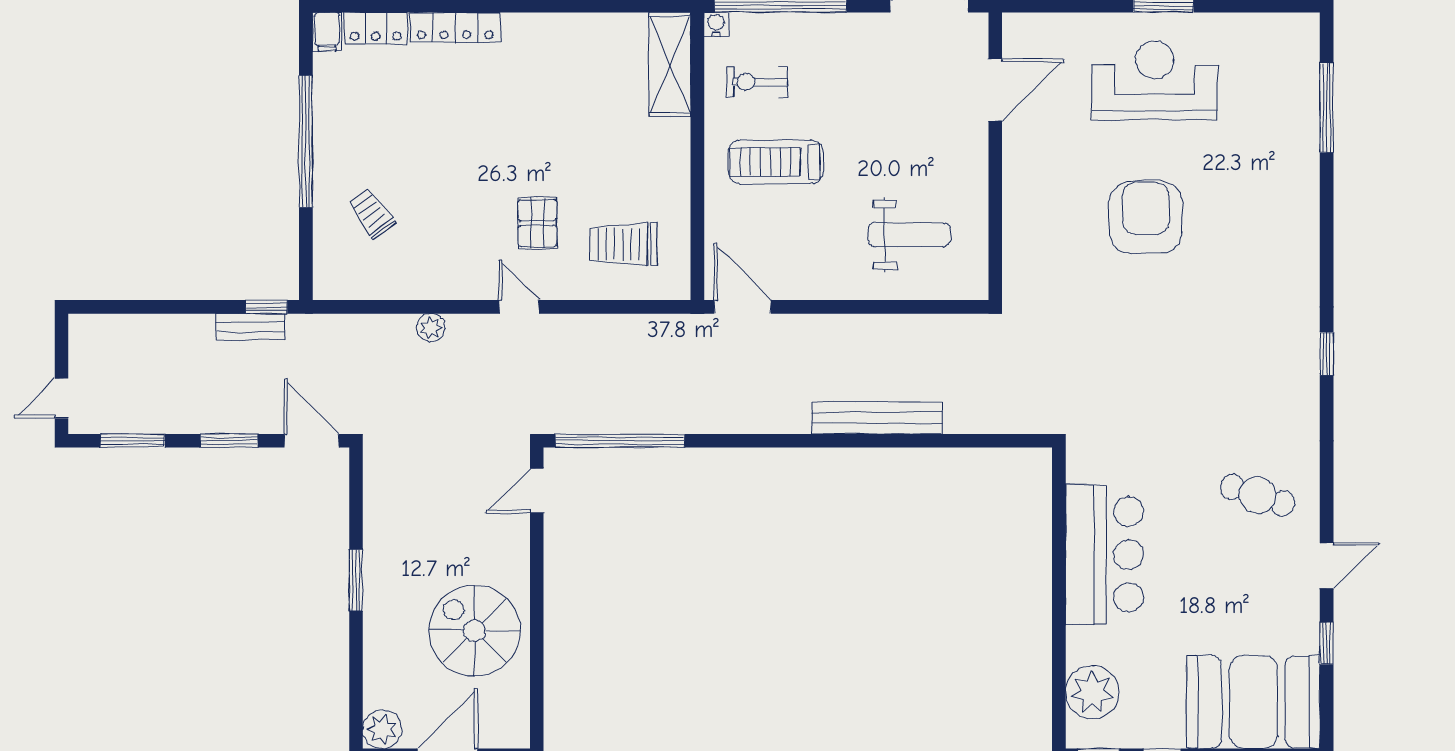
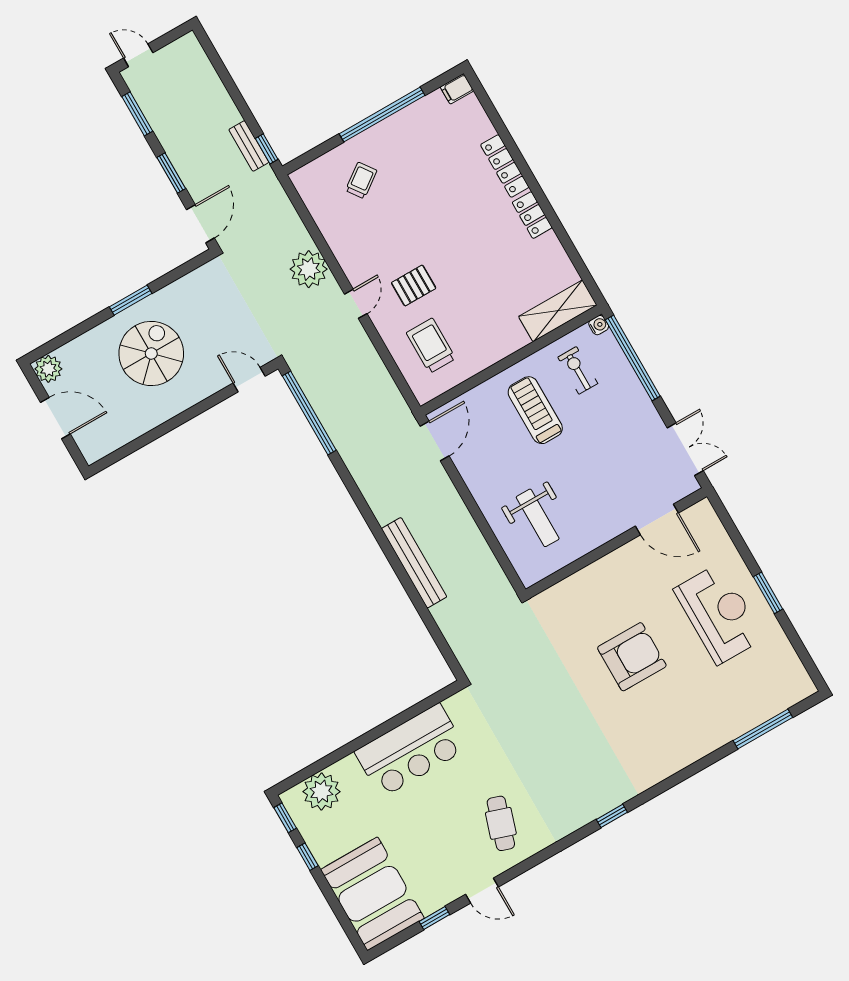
locker: (376, 28) -> (532, 215), moved
plant: (431, 328) -> (309, 269), width x1.88, depth x1.88
spiral stairs: (474, 631) -> (151, 353), moved

